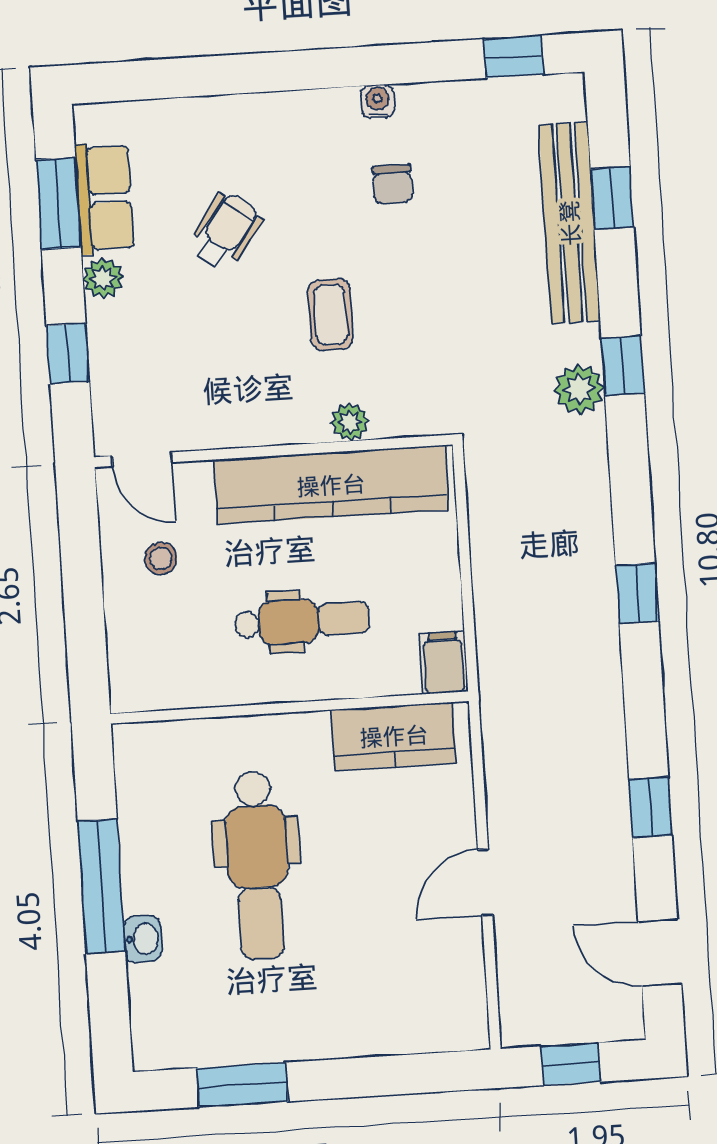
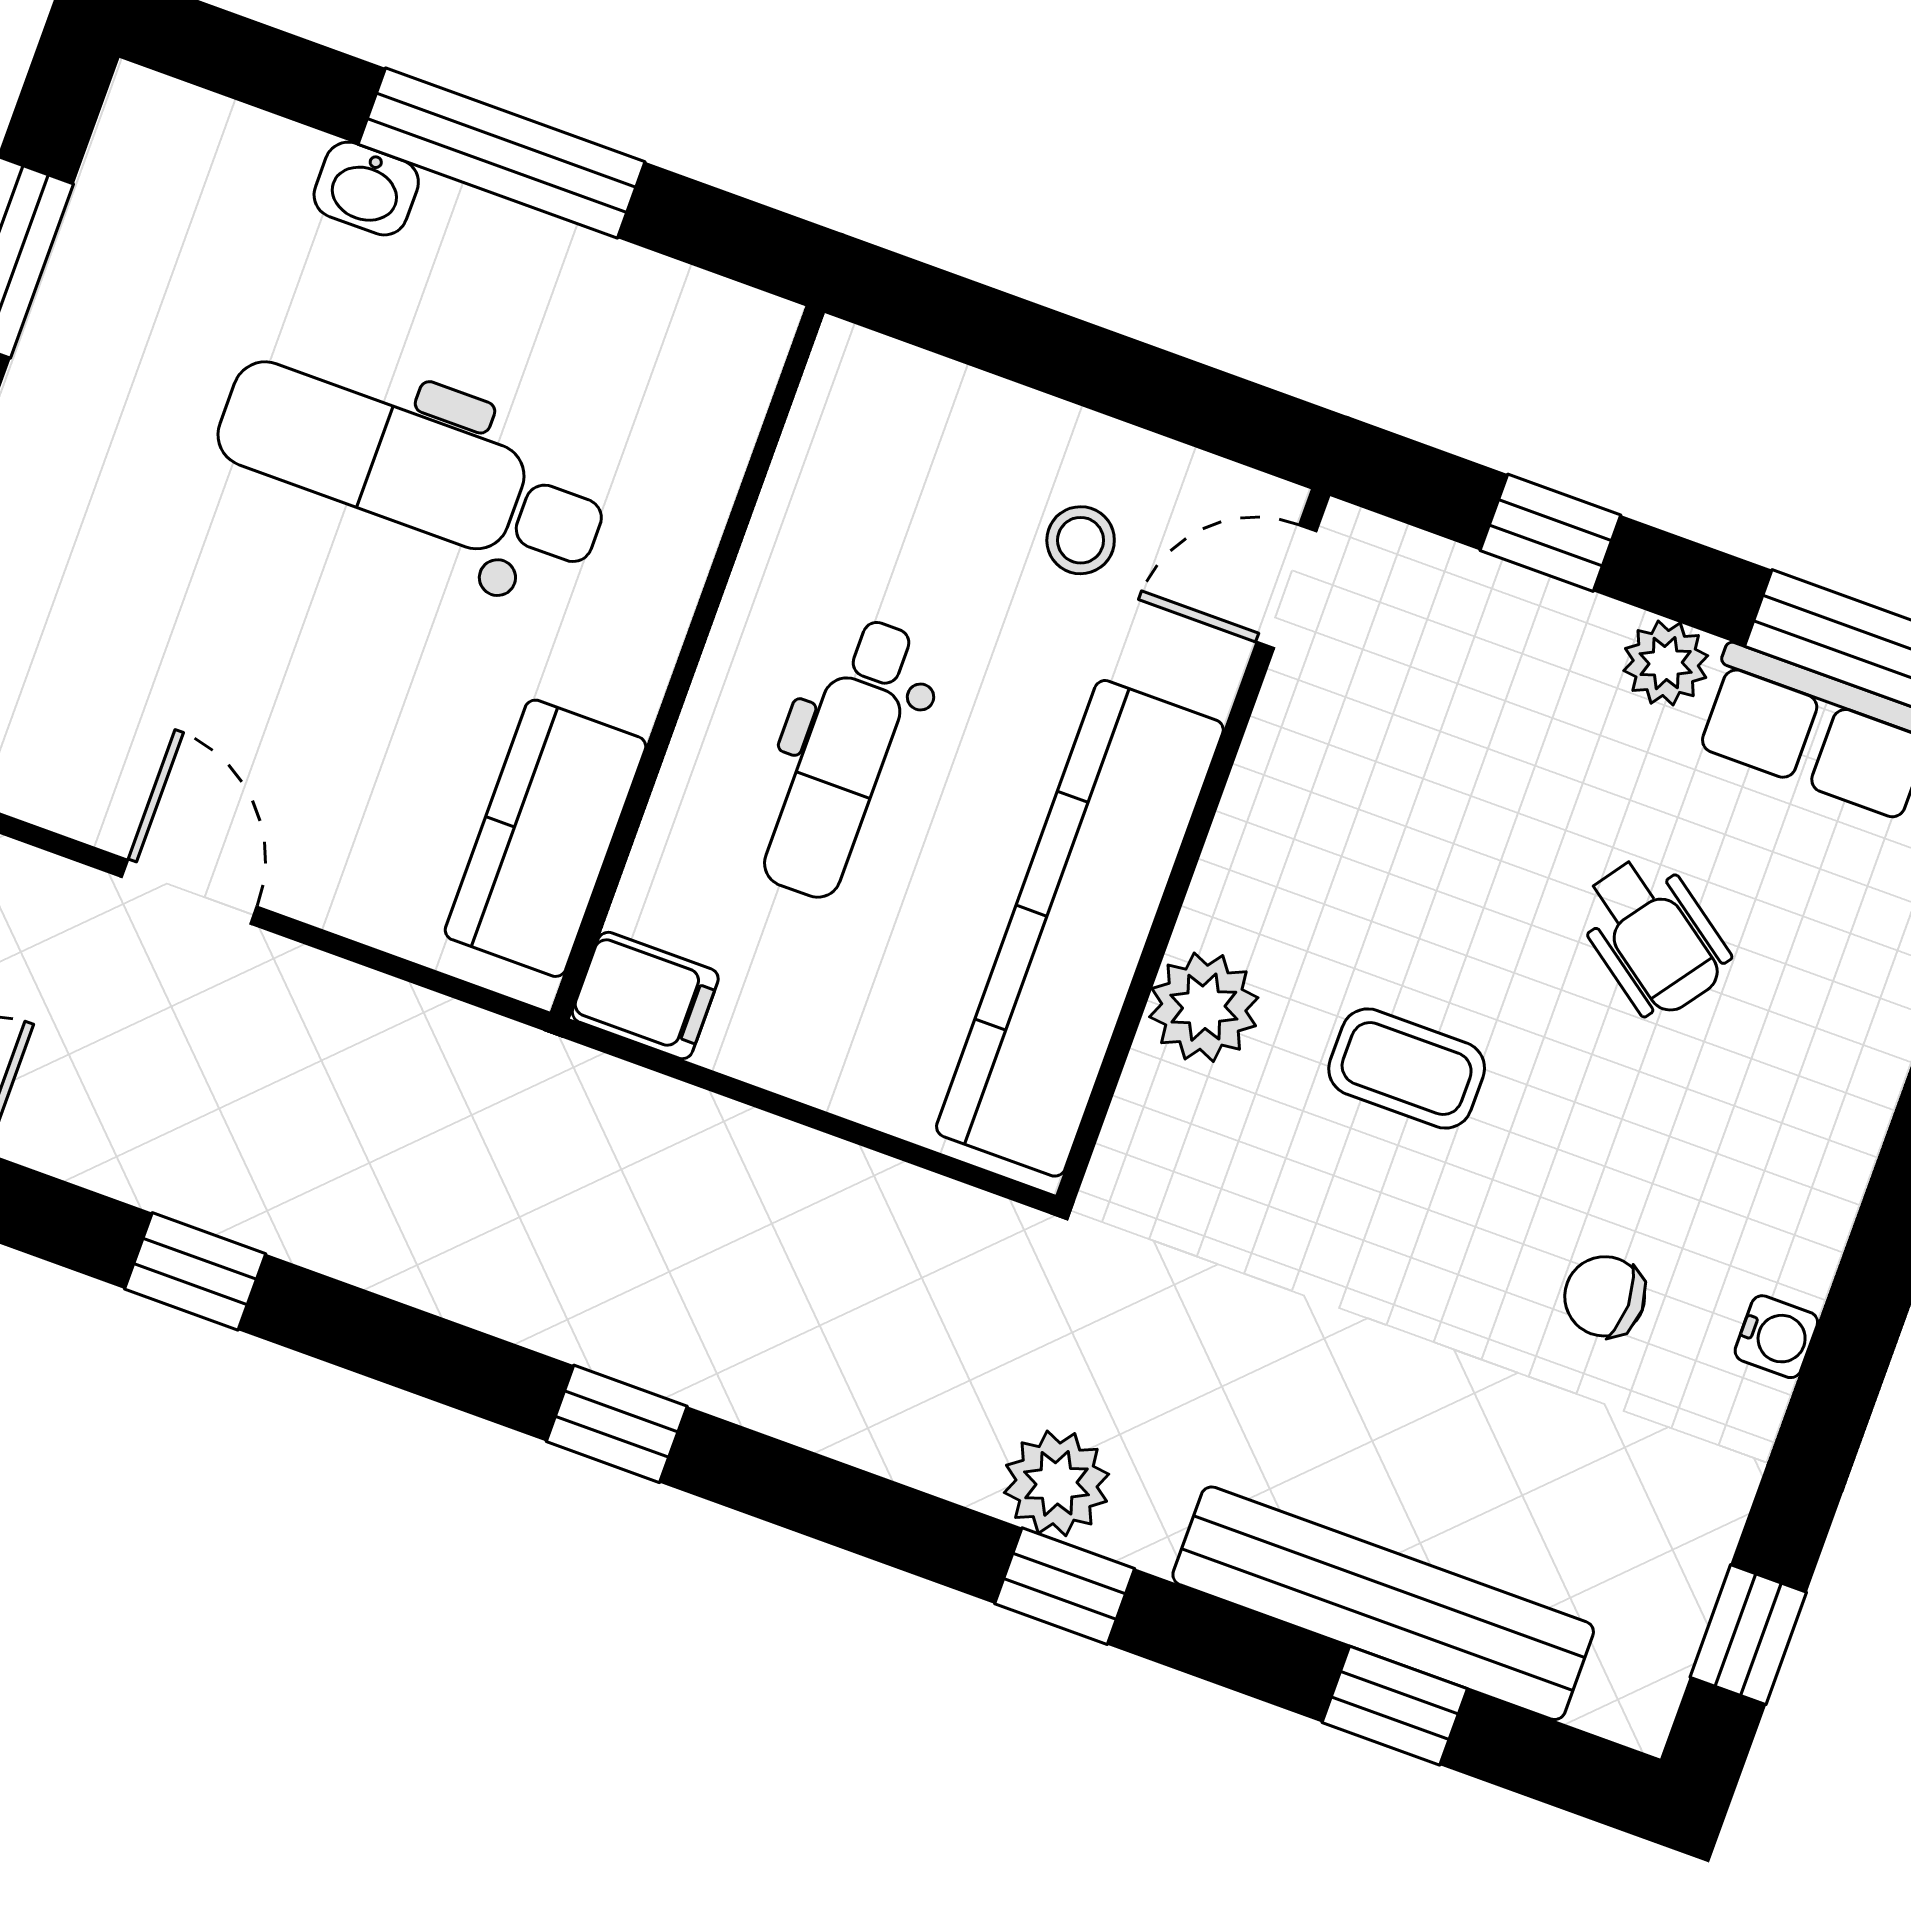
plant: (350, 422) -> (1204, 1007), width x1.38, depth x1.38

